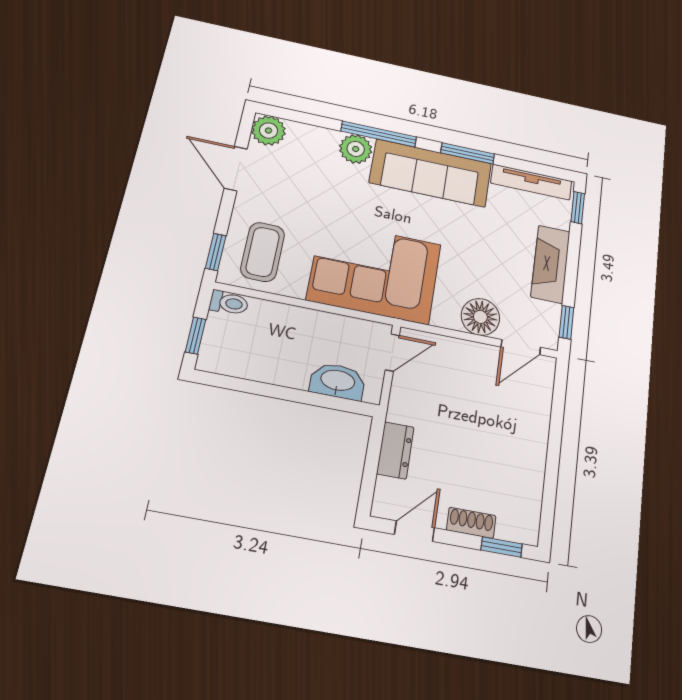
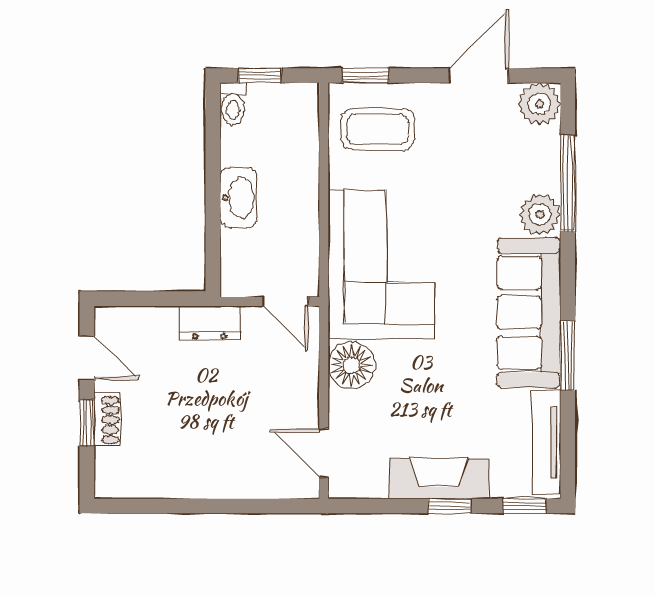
window: (379, 134) -> (568, 183), moved
toilet: (229, 303) -> (233, 104), moved
floor lamp: (480, 317) -> (352, 365), moved
window: (566, 322) -> (449, 506), moved
washbasin: (338, 381) -> (239, 198), moved
dresser: (395, 450) -> (209, 323), moved
window: (502, 547) -> (87, 423), moved

